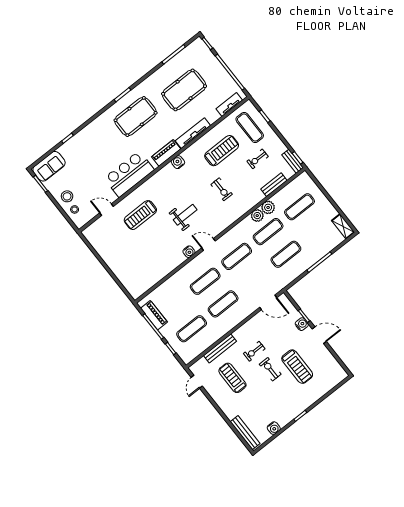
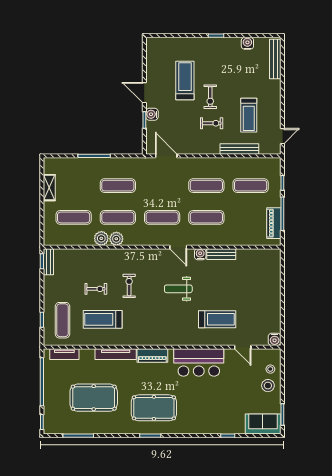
exercise bike: (258, 159) -> (96, 289), moved
water cooler: (178, 162) -> (275, 339), moved
bench: (274, 185) -> (221, 254), moved
shelving: (343, 226) -> (49, 188), moved

